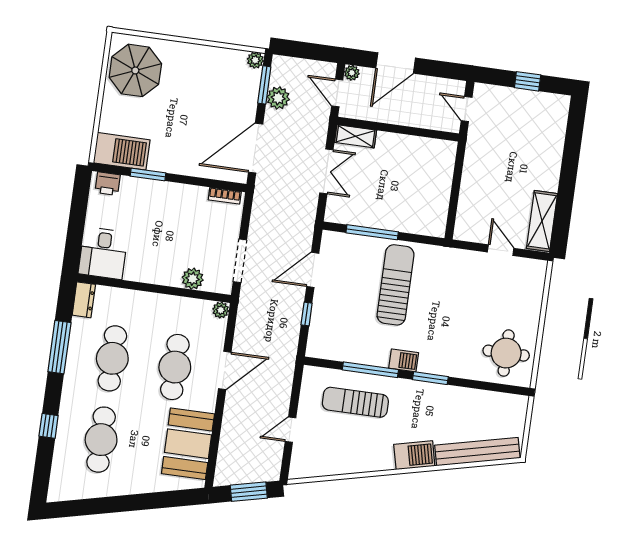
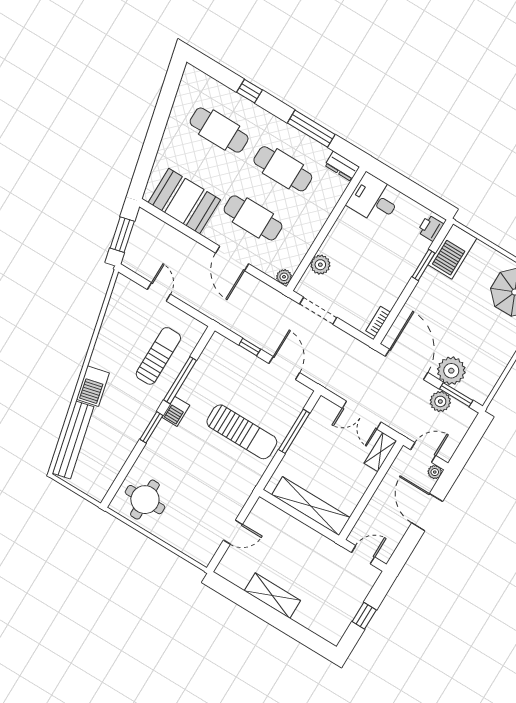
plant: (255, 60) -> (451, 371), moved, width x1.88, depth x1.88
shelving: (440, 183) -> (311, 506), added
shelving: (542, 221) -> (272, 596), moved

